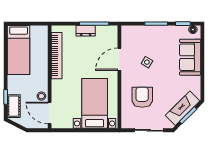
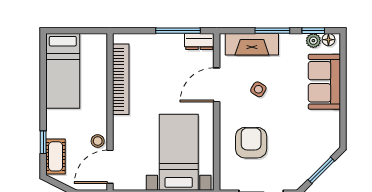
plant: (183, 30) -> (313, 41), added
dresser: (86, 31) -> (199, 42), moved
fireplace: (183, 108) -> (252, 44), moved, turned -135
door: (50, 113) -> (110, 167), hinge flipped

